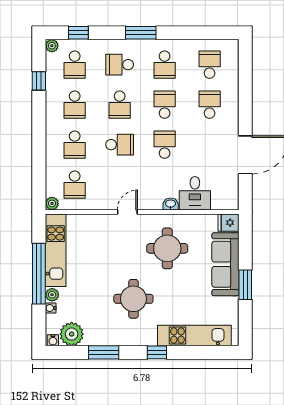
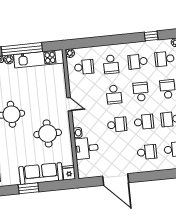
school desk: (120, 105) -> (141, 92), turned 90
school desk: (75, 145) -> (111, 64), turned -90
school desk: (75, 185) -> (84, 67), turned 180

